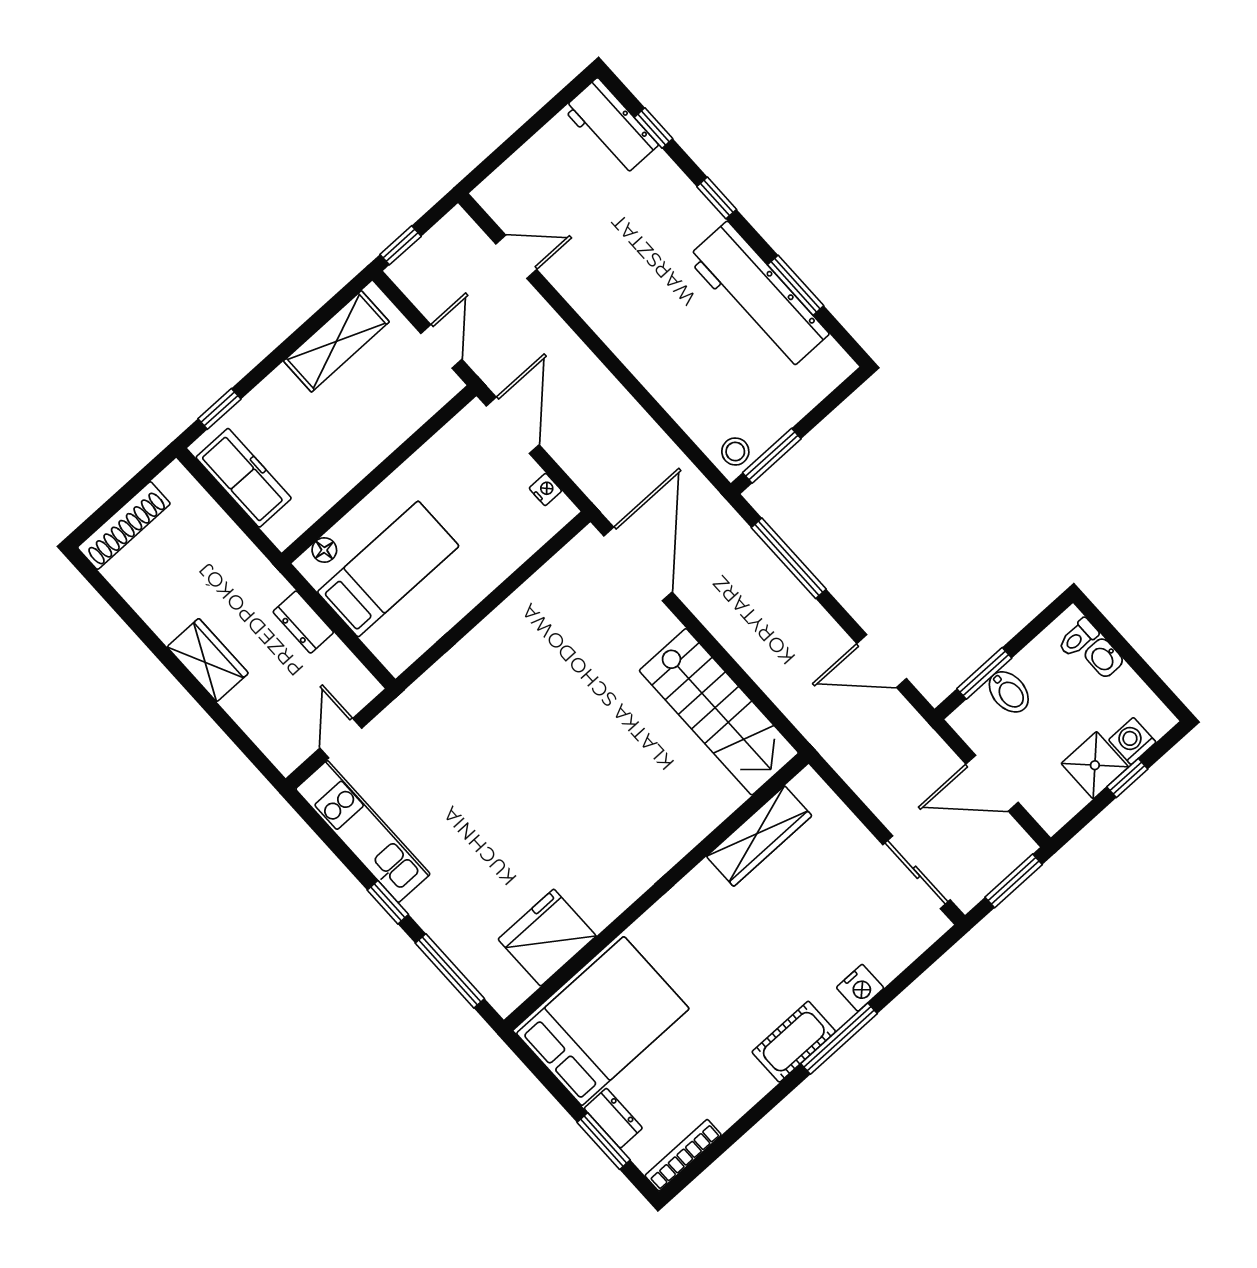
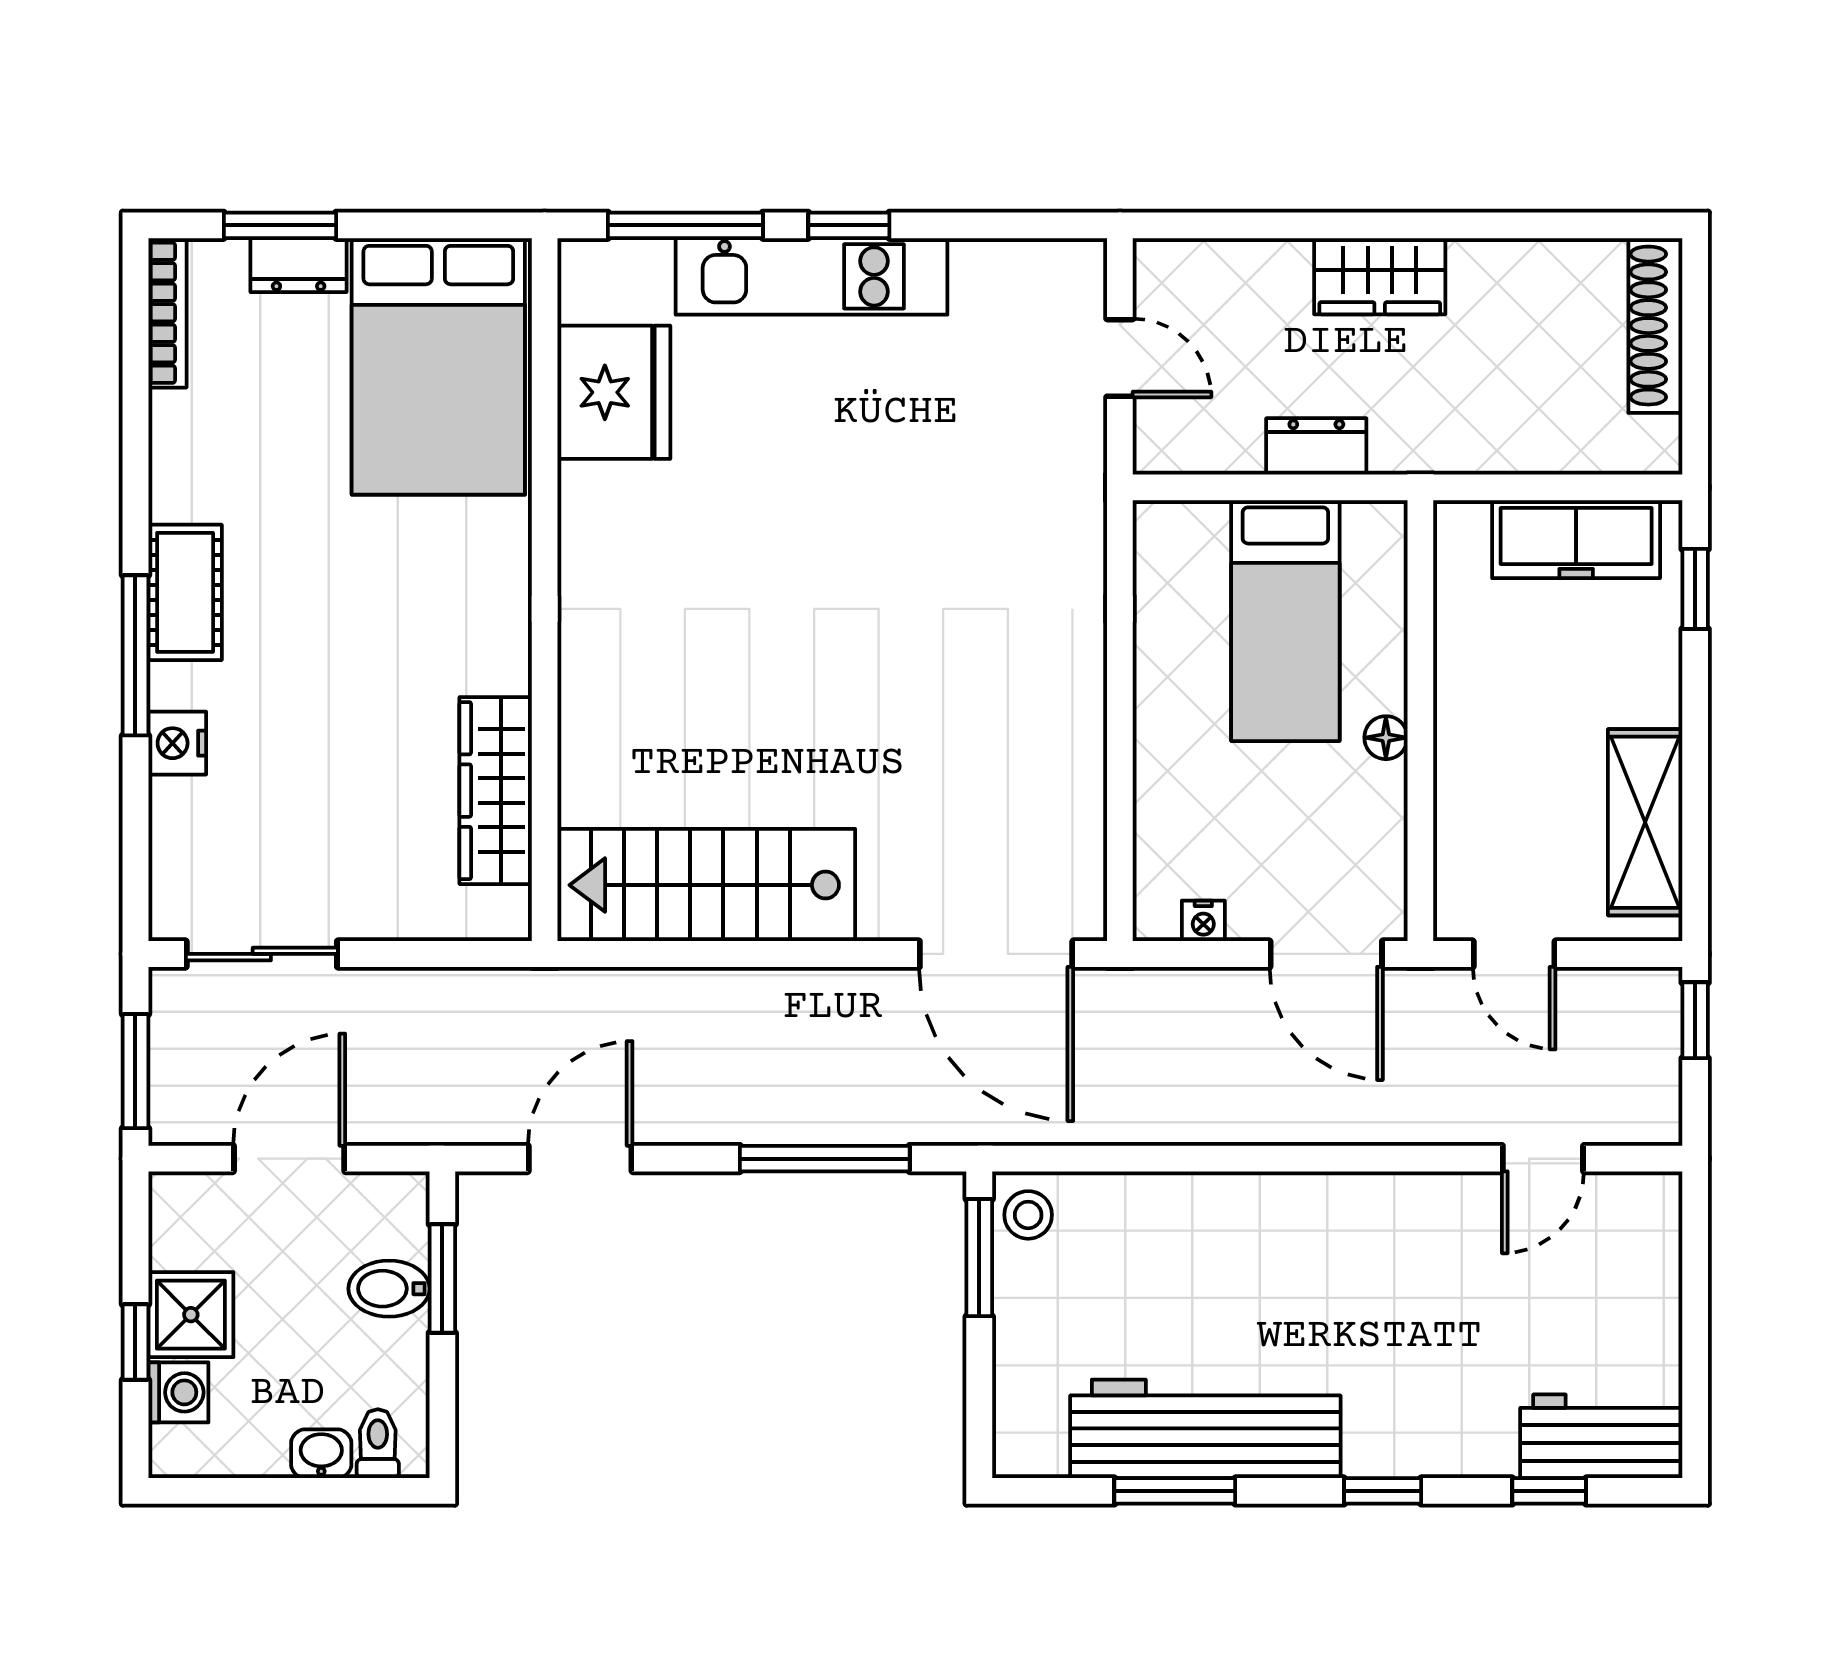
floor lamp: (324, 550) -> (1386, 738), moved
kitchen unit: (363, 832) -> (811, 276), moved

